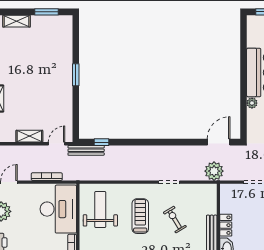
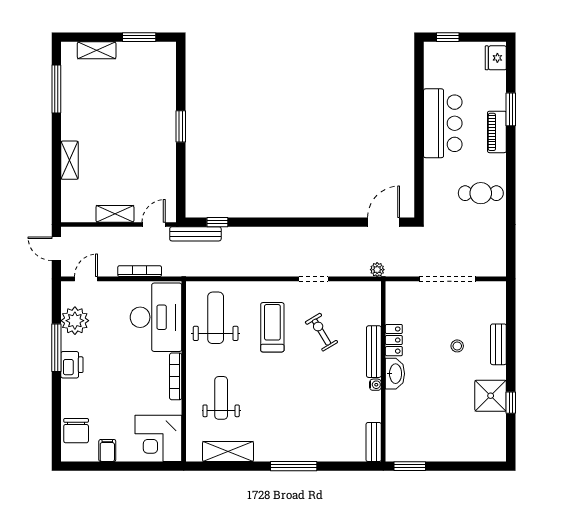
plant: (252, 103) -> (431, 167), removed
plant: (214, 171) -> (377, 270), width x0.53, depth x0.53

